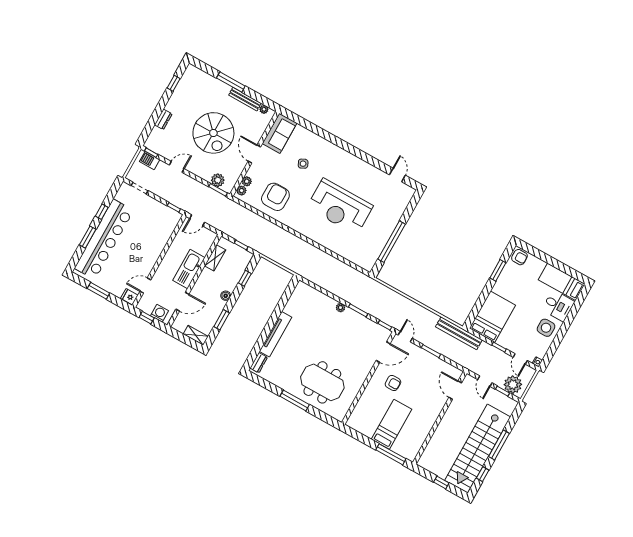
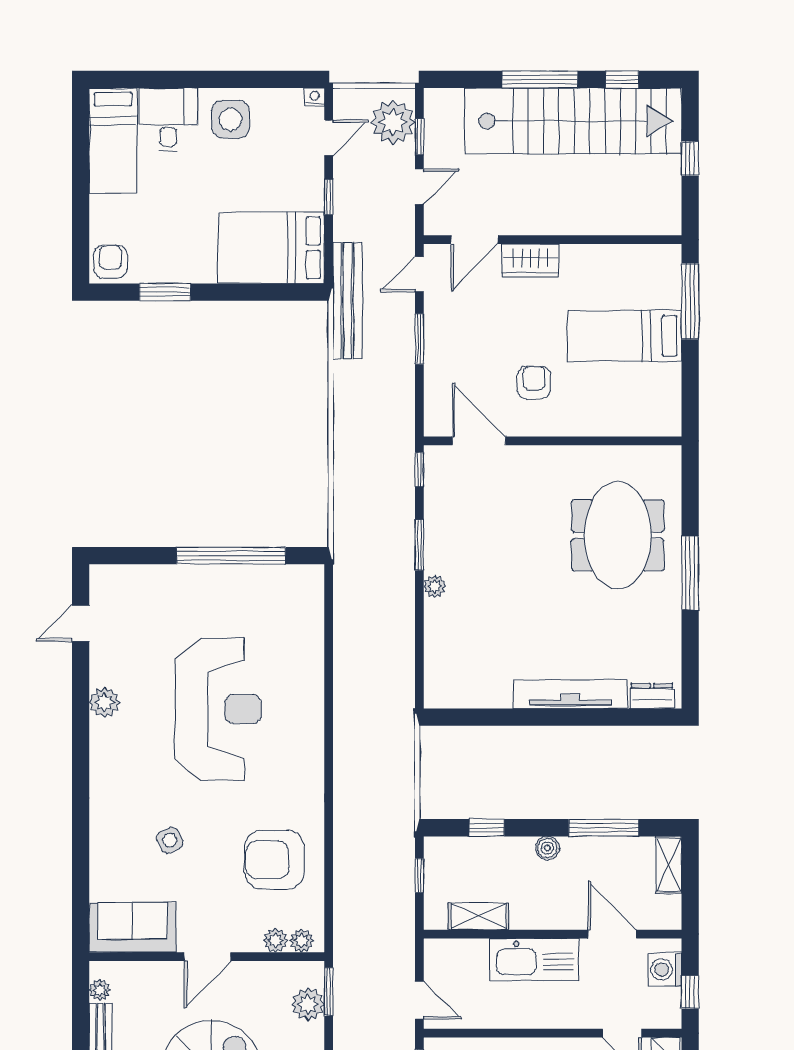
plant: (365, 168) -> (104, 702), added
window: (222, 320) -> (604, 828), width x1.44
door: (405, 337) -> (419, 274), moved
wardrobe: (437, 406) -> (530, 260), added

